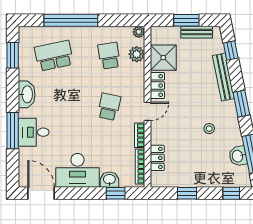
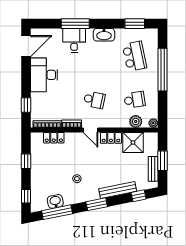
washbasin: (109, 180) -> (37, 100), removed

